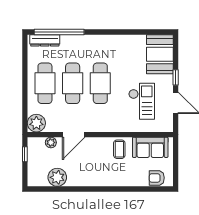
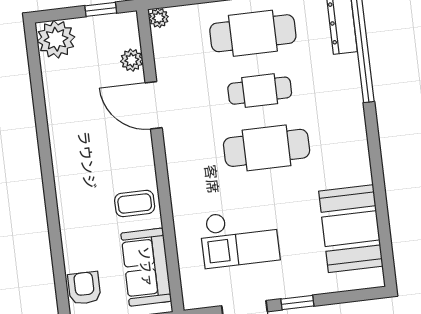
booth: (160, 54) -> (351, 229), moved, turned 90
cafe table: (73, 83) -> (260, 91), width x0.73, depth x0.74
plant: (36, 123) -> (159, 18), width x0.53, depth x0.53
plant: (57, 177) -> (56, 39), moved

